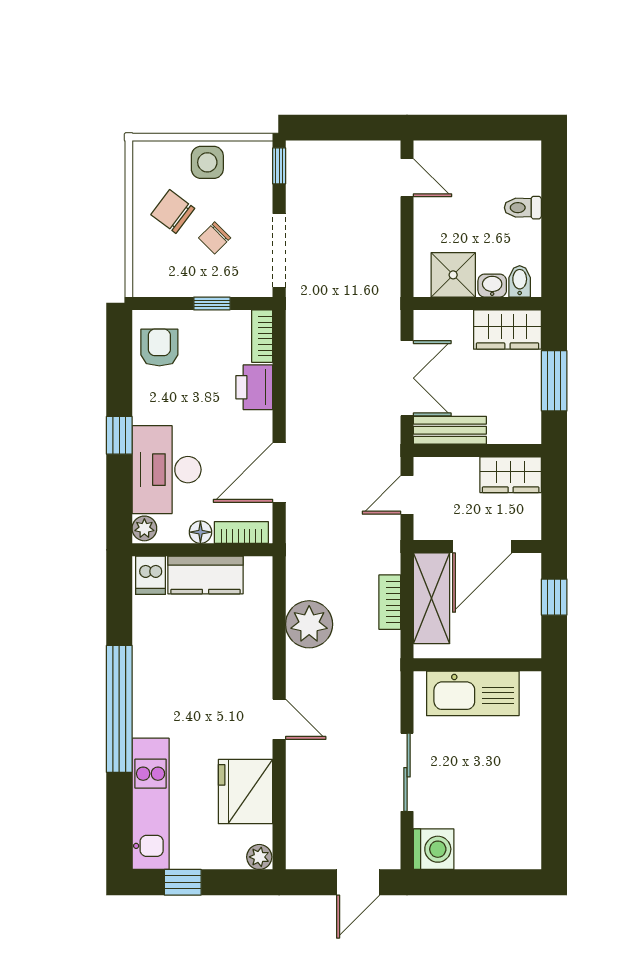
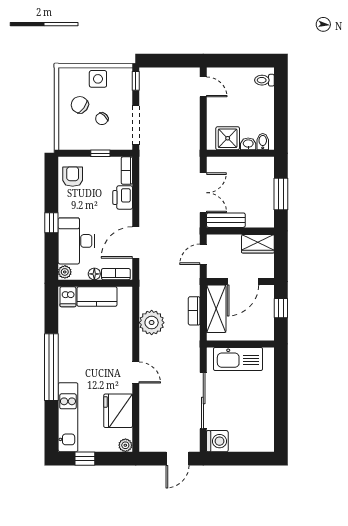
toilet: (523, 208) -> (264, 80), moved
wardrobe: (507, 330) -> (256, 167), removed
sliding door: (407, 772) -> (203, 401), width x1.37

